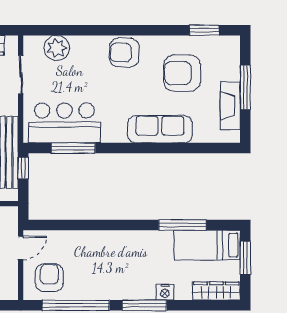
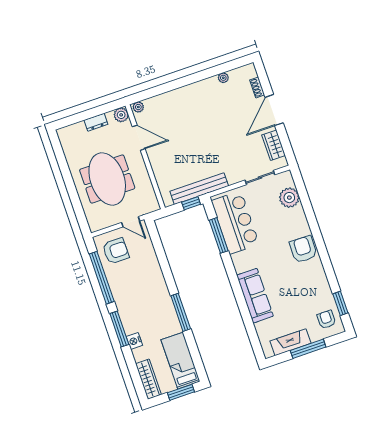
armchair: (182, 73) -> (326, 319), moved, width x0.53, depth x0.53
window: (183, 225) -> (181, 312), moved

